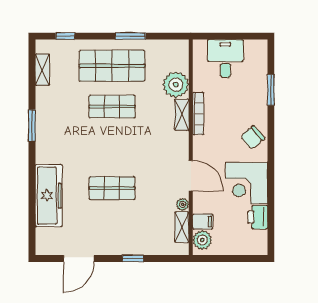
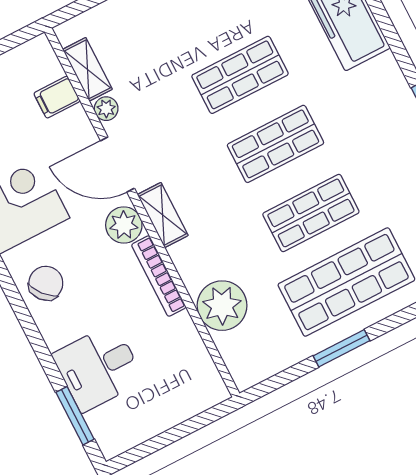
desk: (225, 58) -> (98, 368), moved, turned 90
window: (271, 90) -> (75, 416), moved
shelving: (182, 115) -> (163, 215), moved
shop shelf: (112, 147) -> (275, 144), added
plant: (202, 240) -> (124, 225), moved

